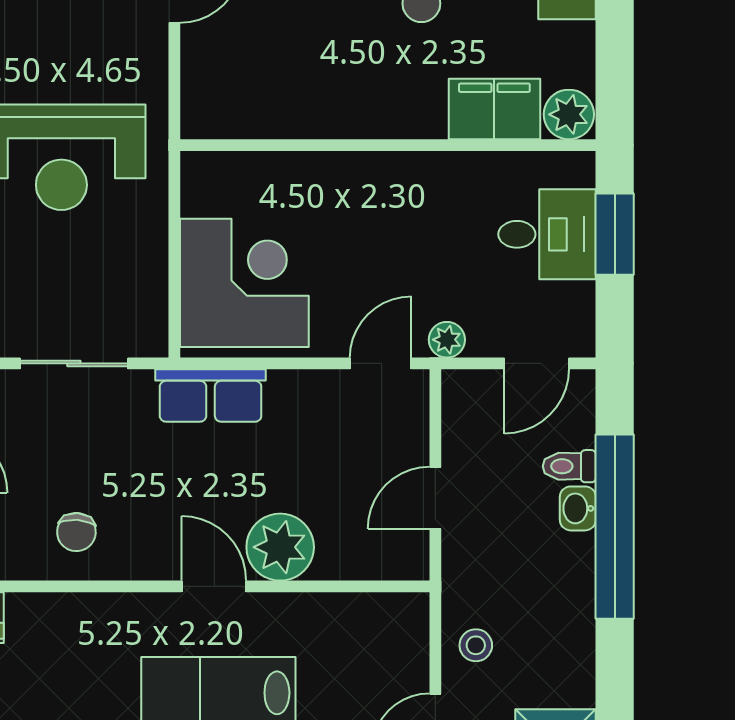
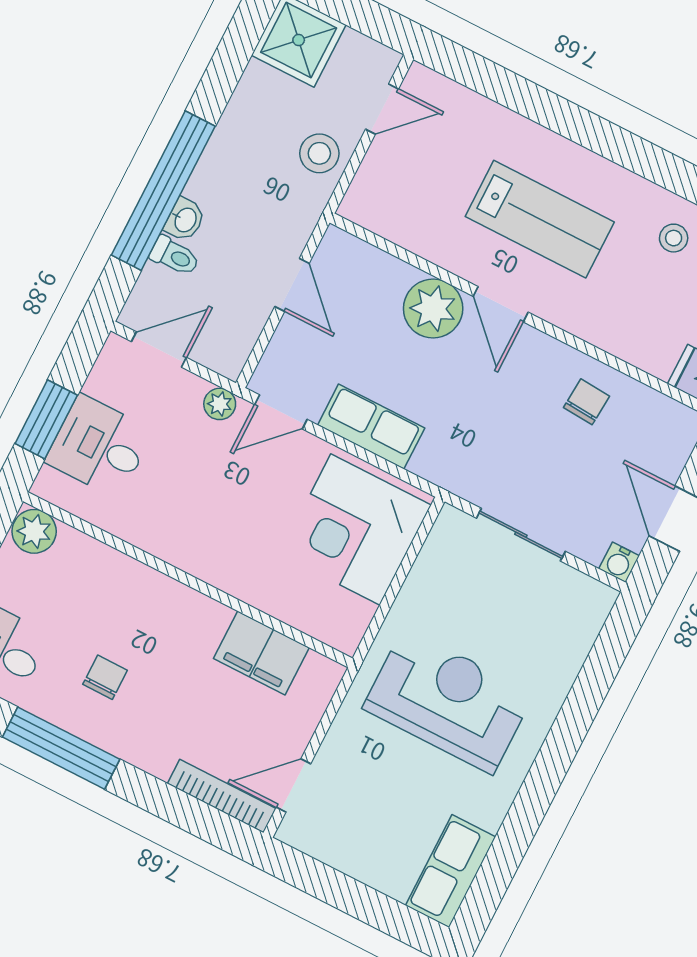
filing cabinet: (494, 109) -> (261, 653), moved
row of seats: (211, 395) -> (371, 426), moved
door: (435, 498) -> (292, 285), hinge flipped
stool: (476, 645) -> (319, 153), width x1.37, depth x1.37

